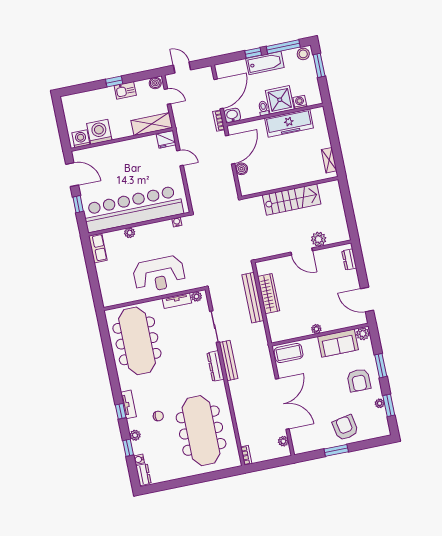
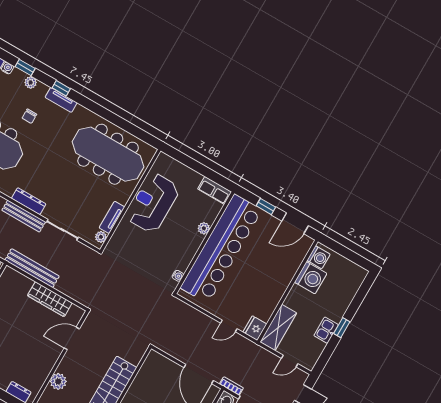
boiler: (155, 83) -> (310, 361), removed
boiler: (241, 169) -> (174, 369), removed
door: (302, 252) -> (72, 338), moved
reception desk: (159, 274) -> (153, 203), moved
bench: (253, 298) -> (32, 268), moved

